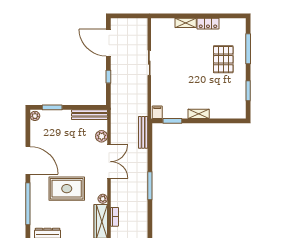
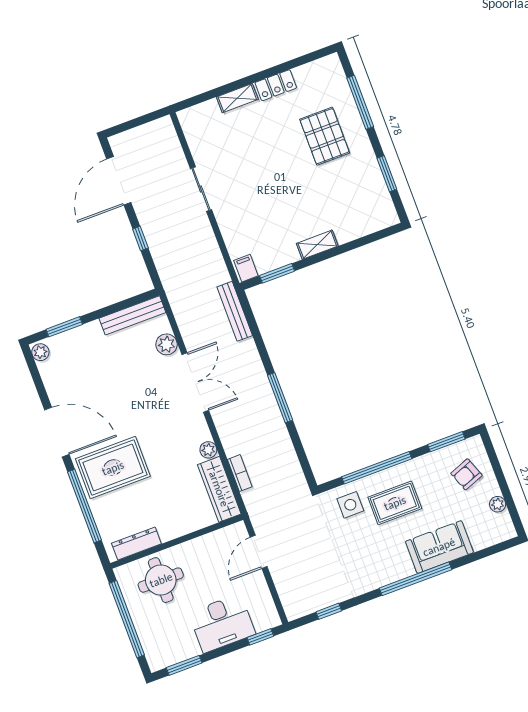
door: (108, 43) -> (119, 181), hinge flipped
rug: (67, 189) -> (113, 468), moved

